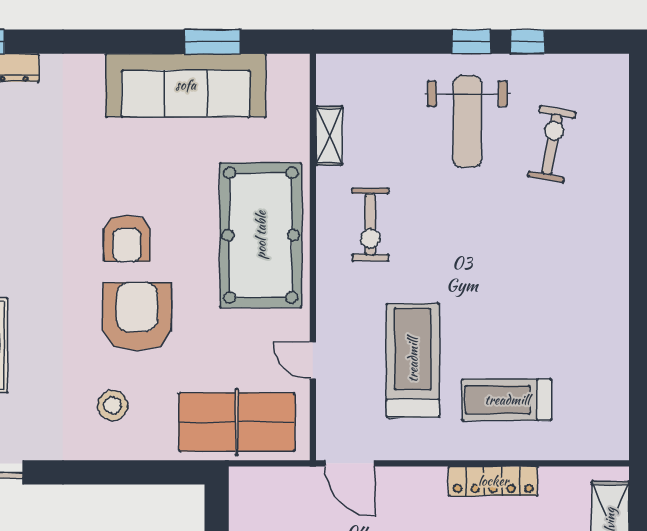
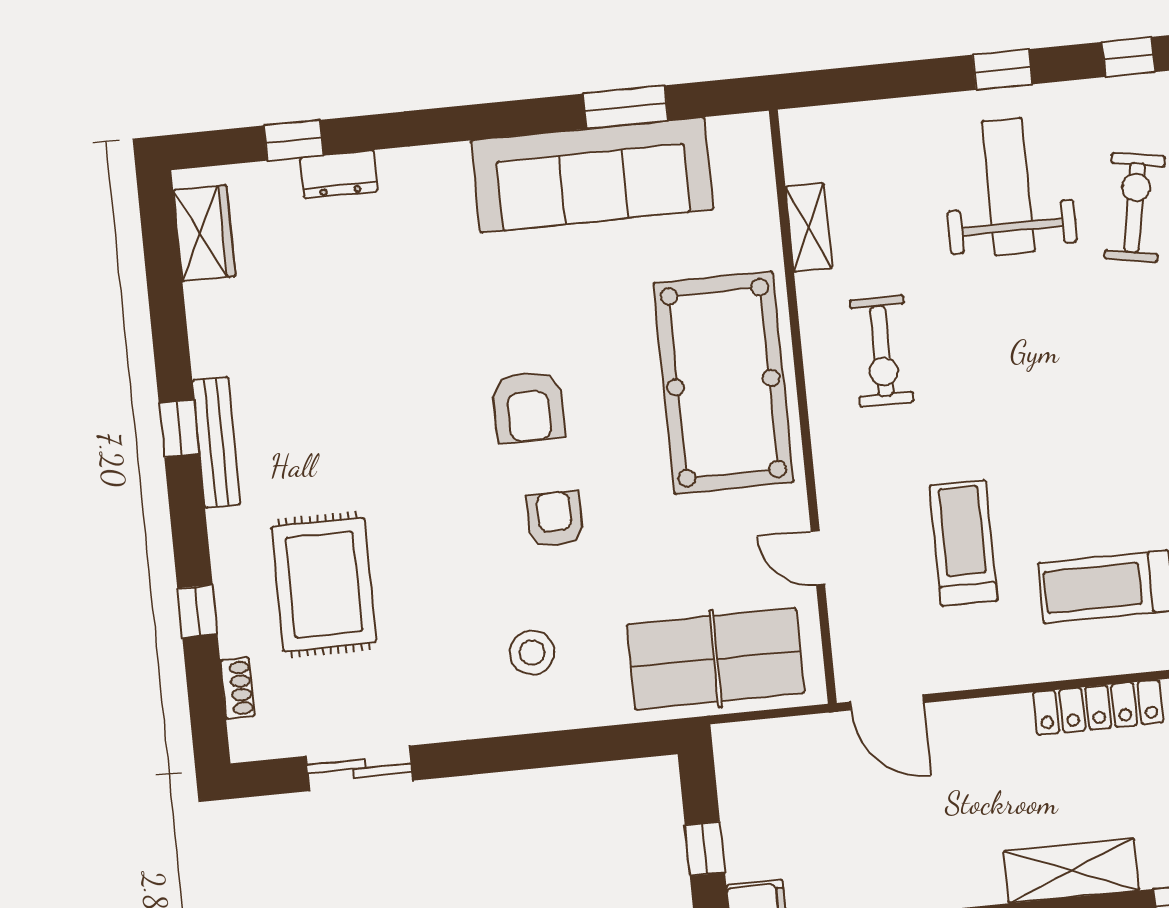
window: (527, 42) -> (1129, 57), moved
weight bench: (467, 121) -> (1008, 186), turned 180
armchair: (137, 317) -> (555, 519), width x0.53, depth x0.53
treadmill: (413, 360) -> (963, 543), width x0.73, depth x0.73

